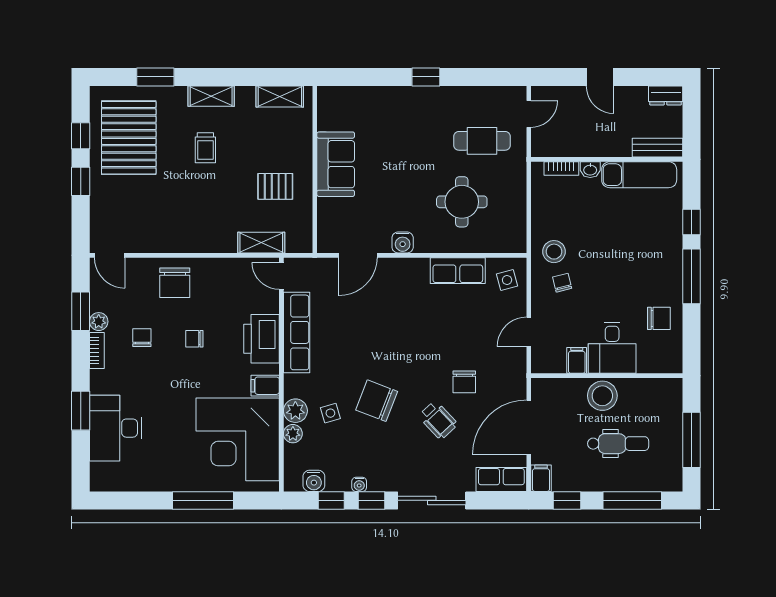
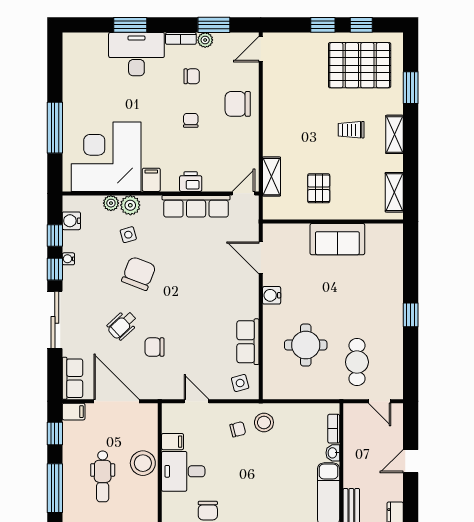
printer: (262, 339) -> (191, 182), width x0.53, depth x0.68
desk: (116, 428) -> (136, 54), moved

